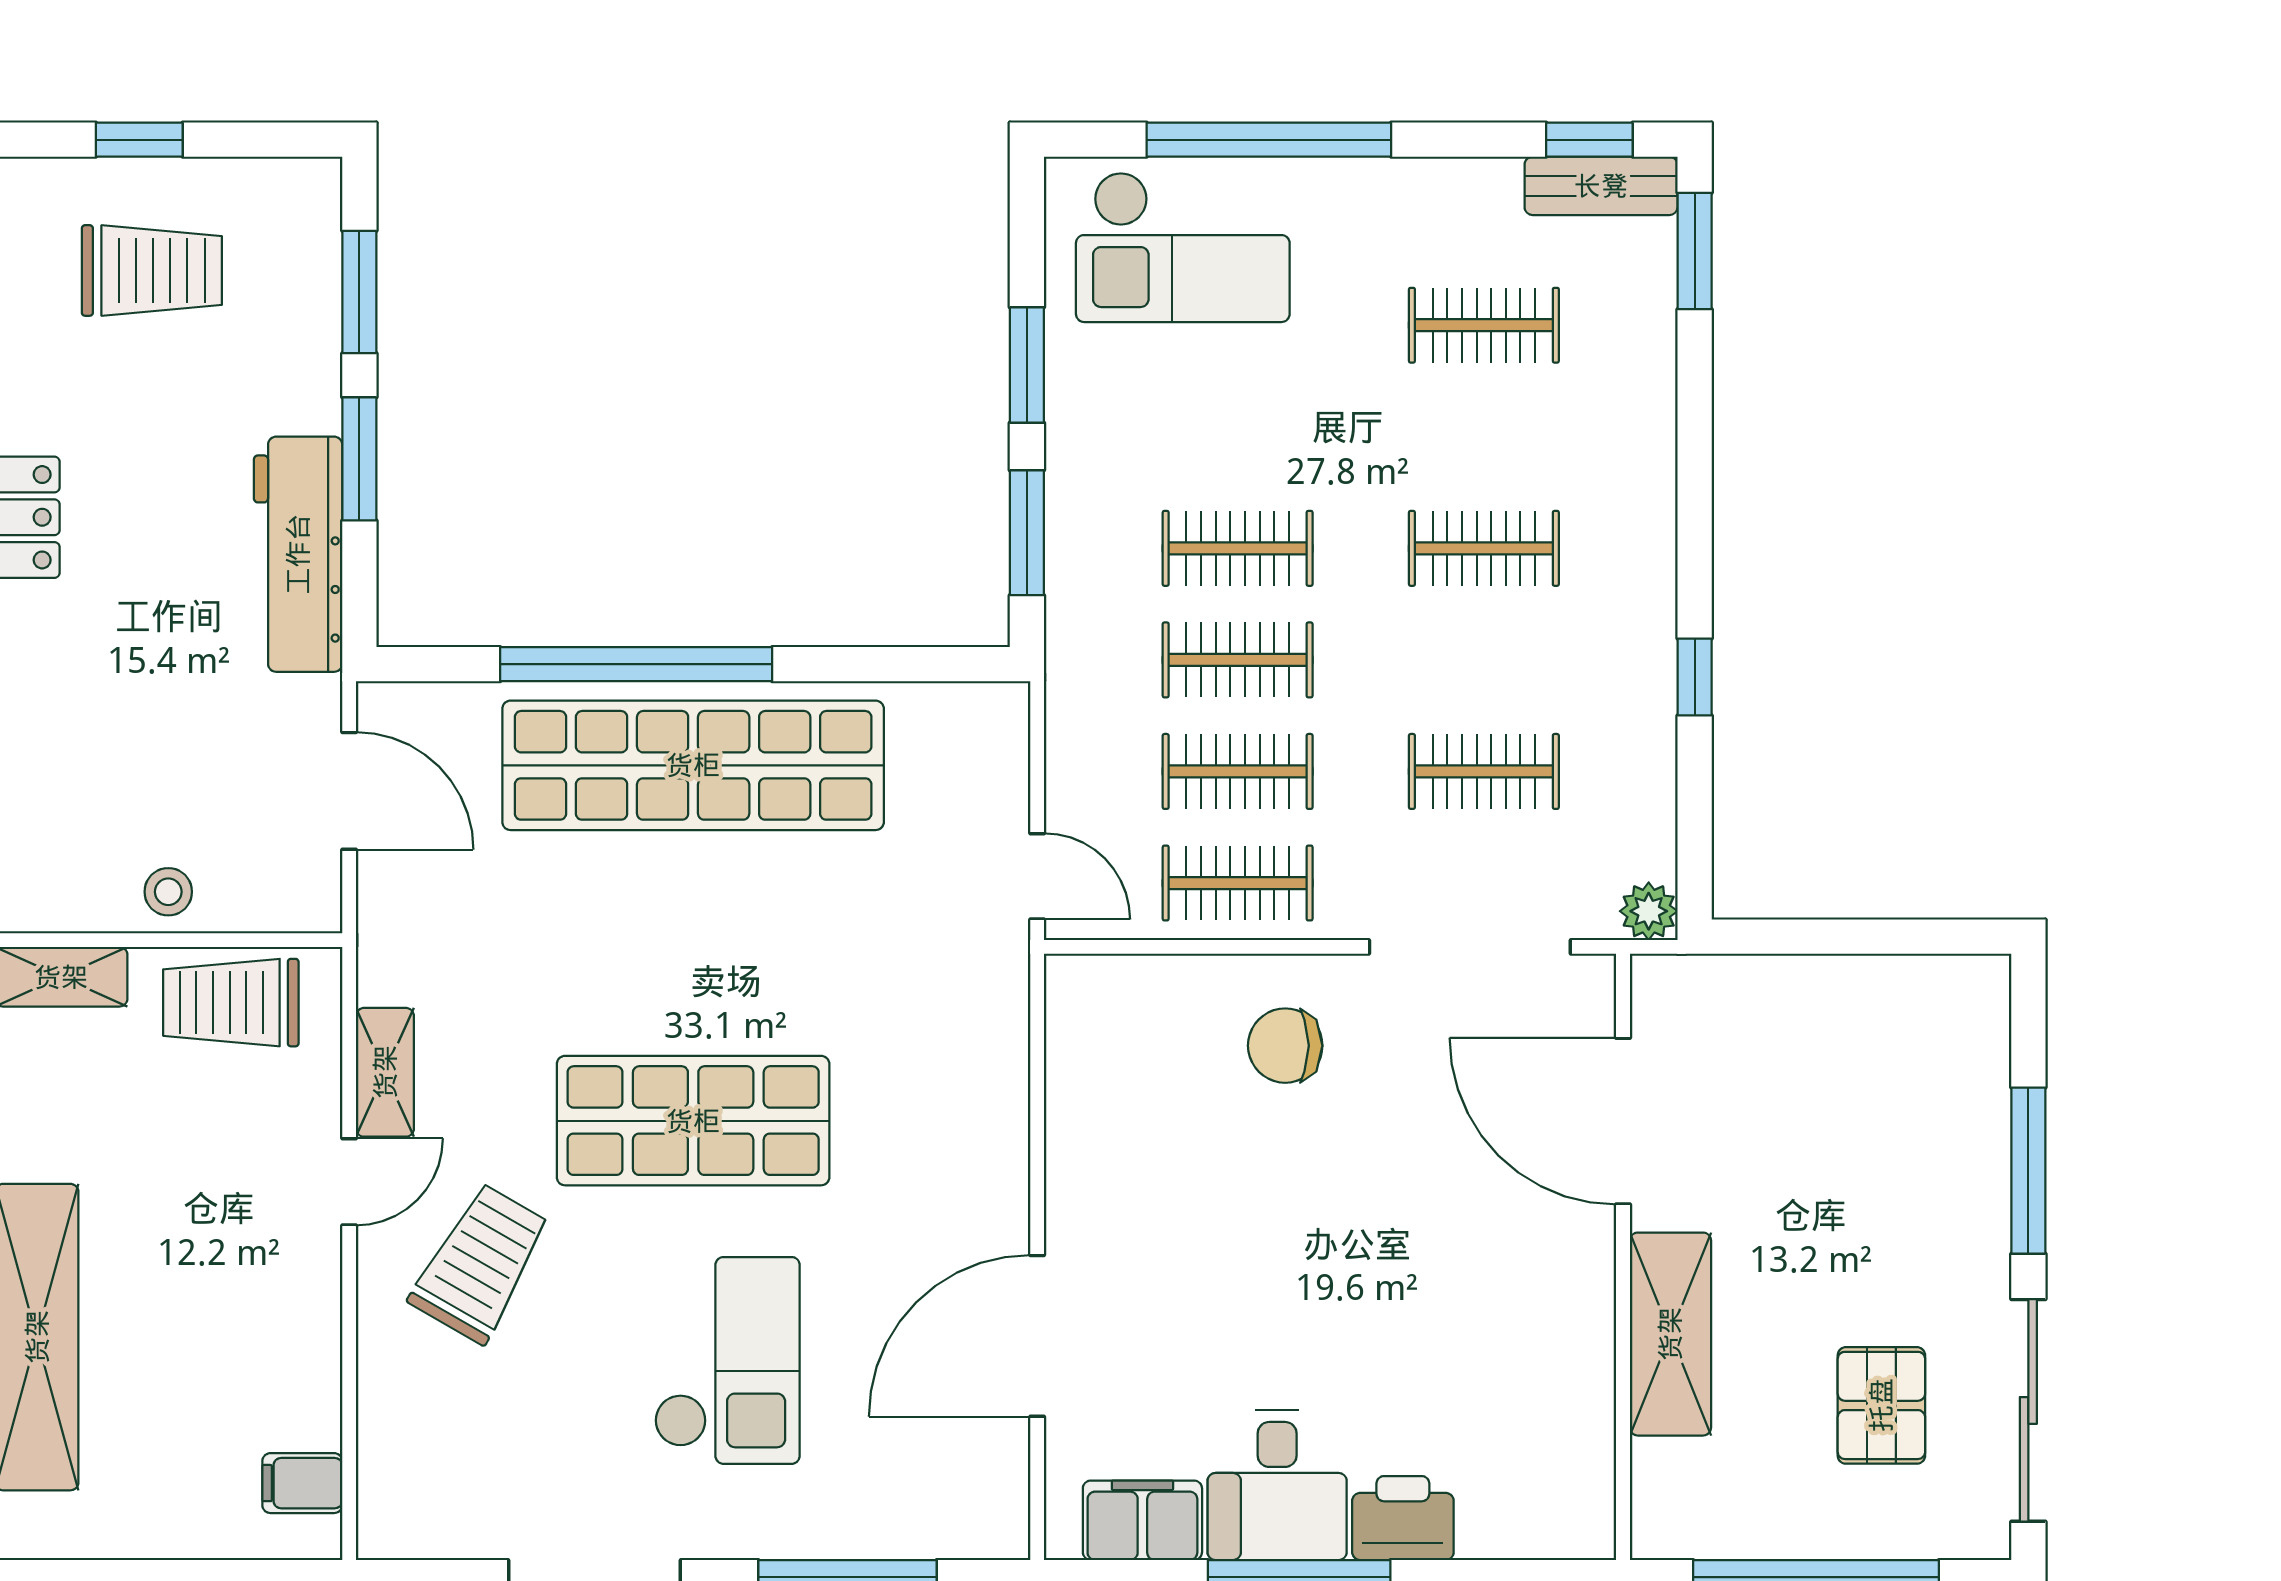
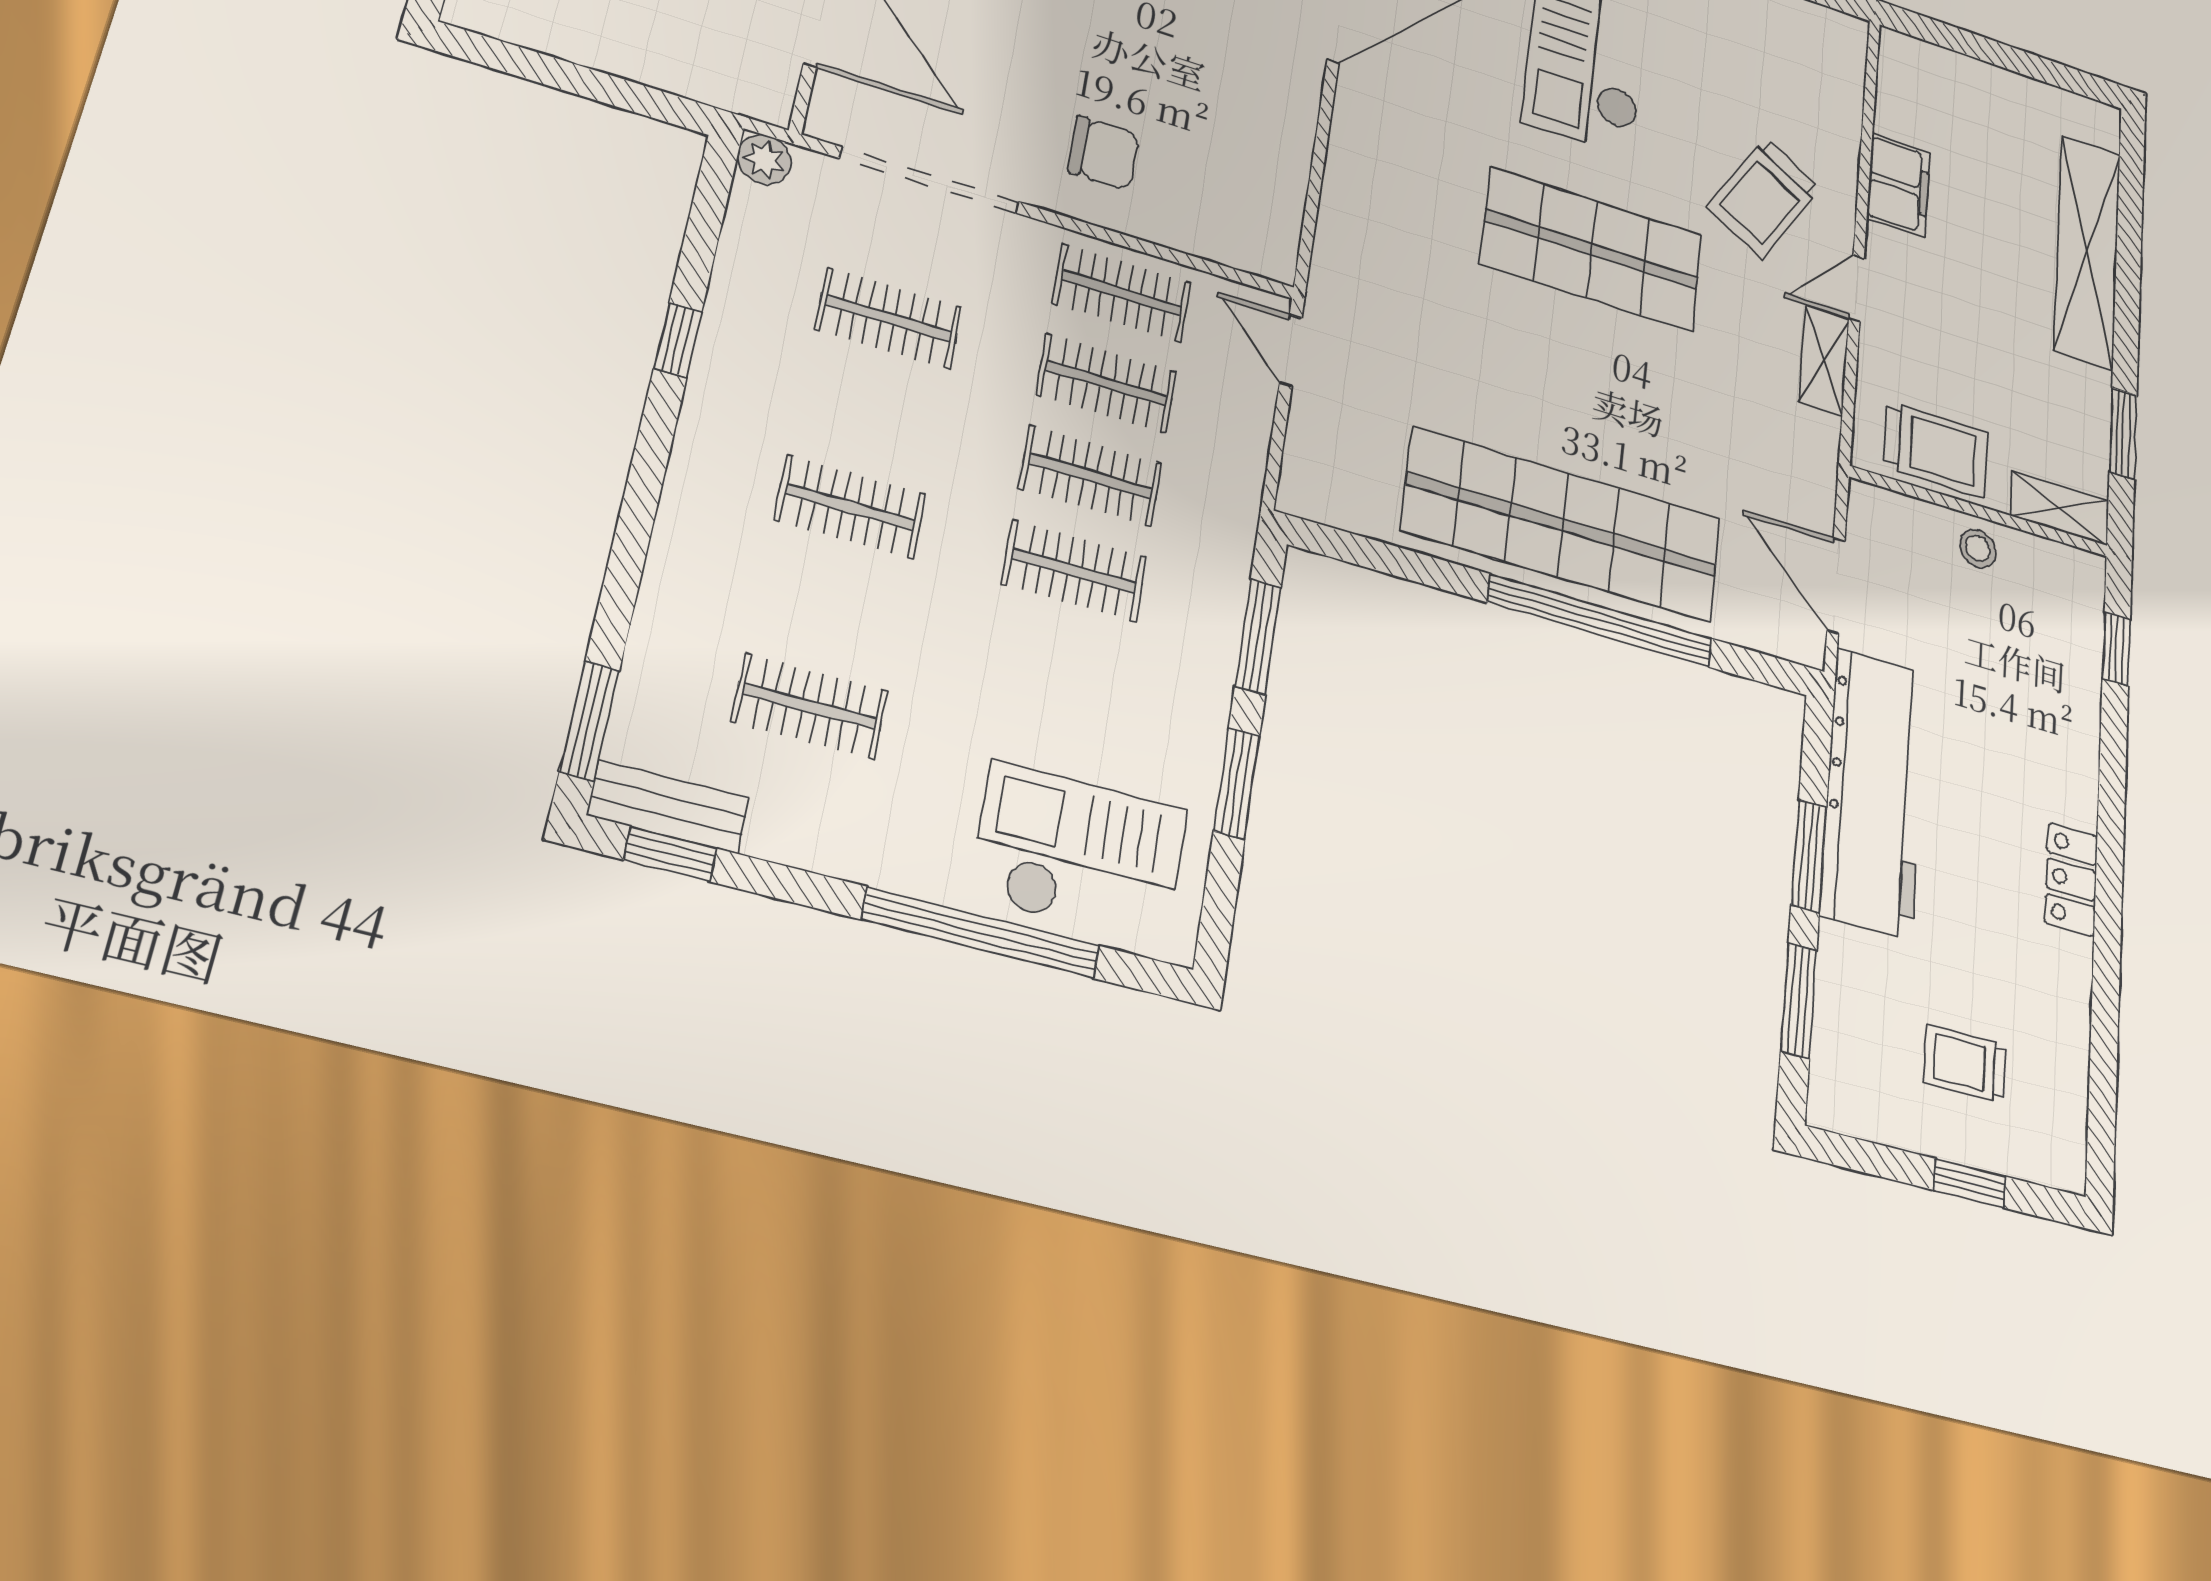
trolley: (152, 270) -> (1965, 1064), width x0.73, depth x0.72
workbench: (298, 554) -> (1874, 793), width x1.36, depth x1.32
filing cabinet: (302, 1483) -> (1898, 185), moved, width x2.00

